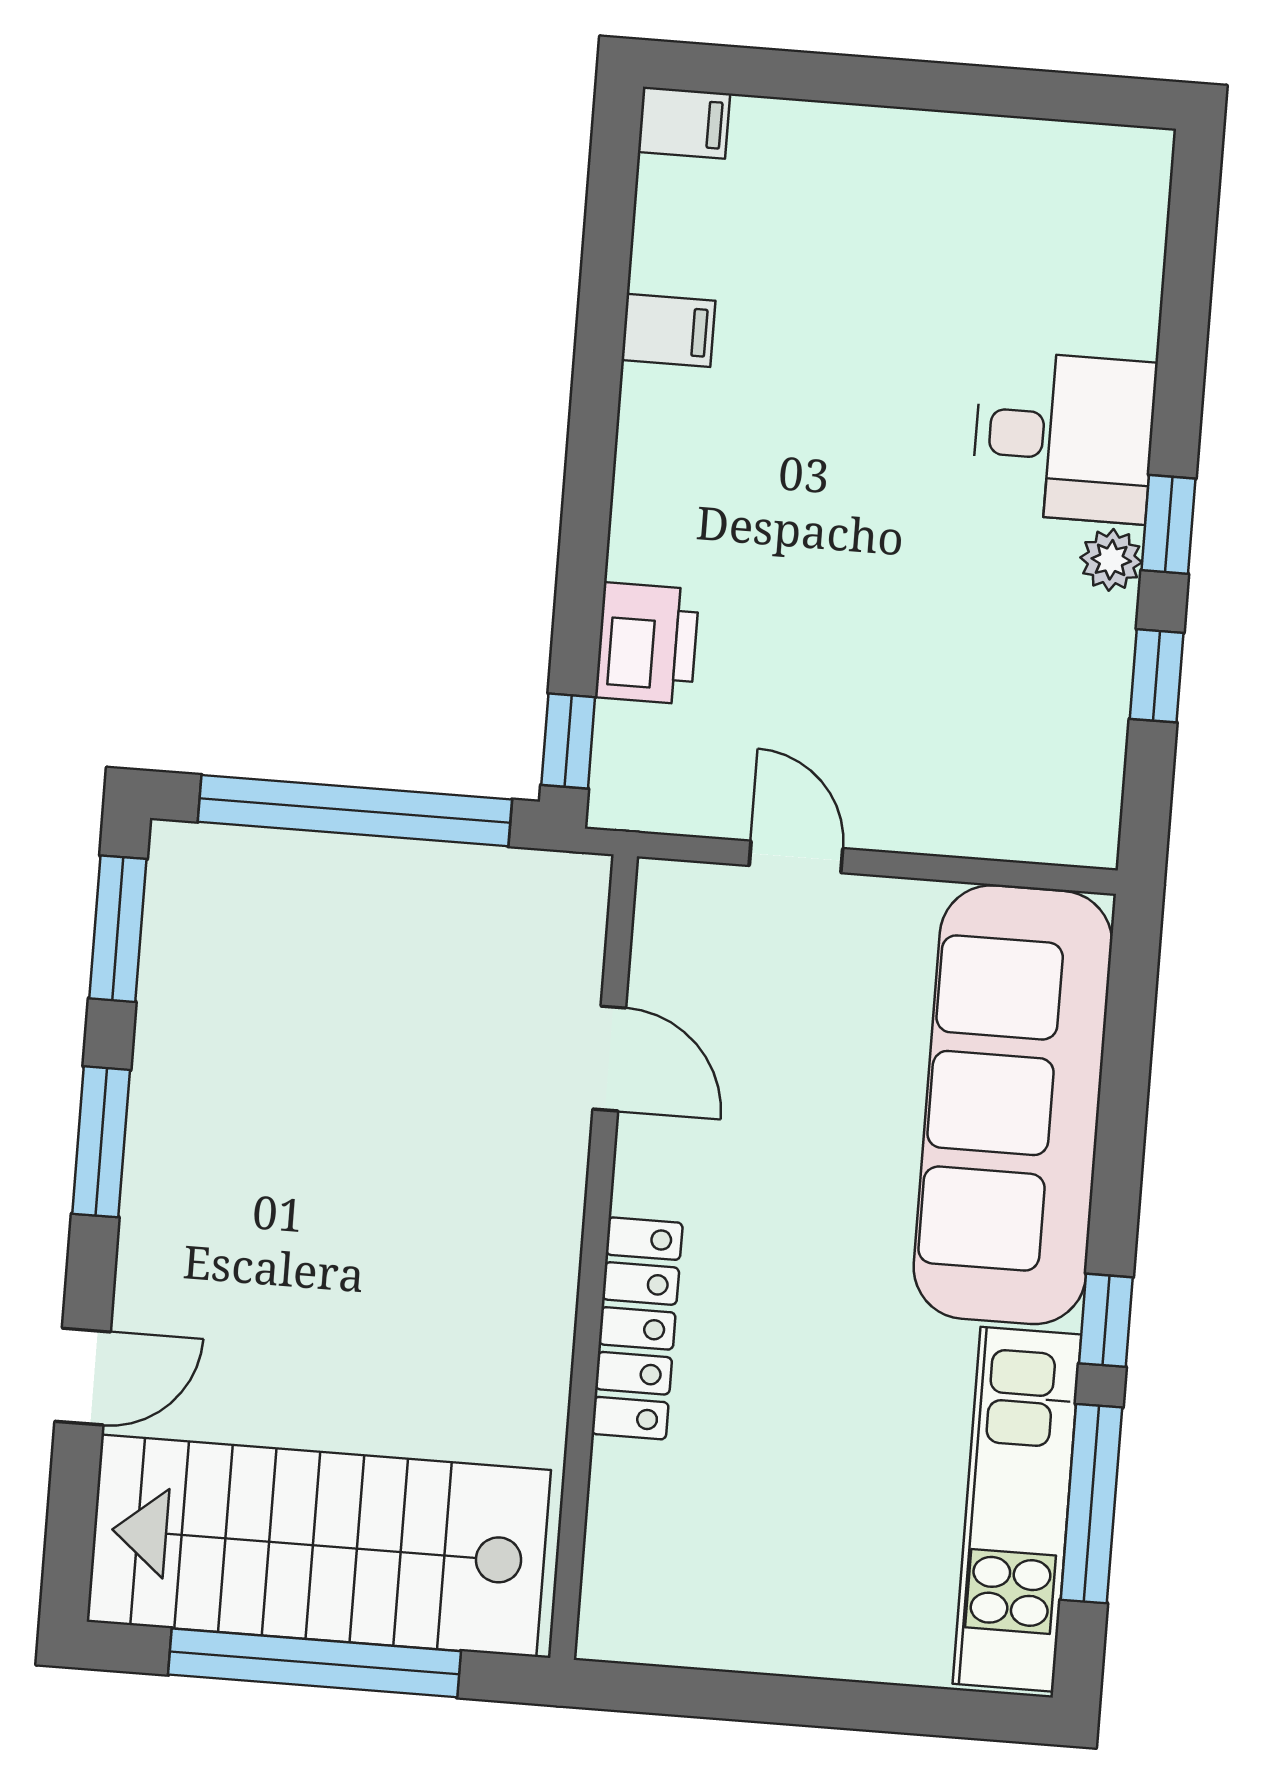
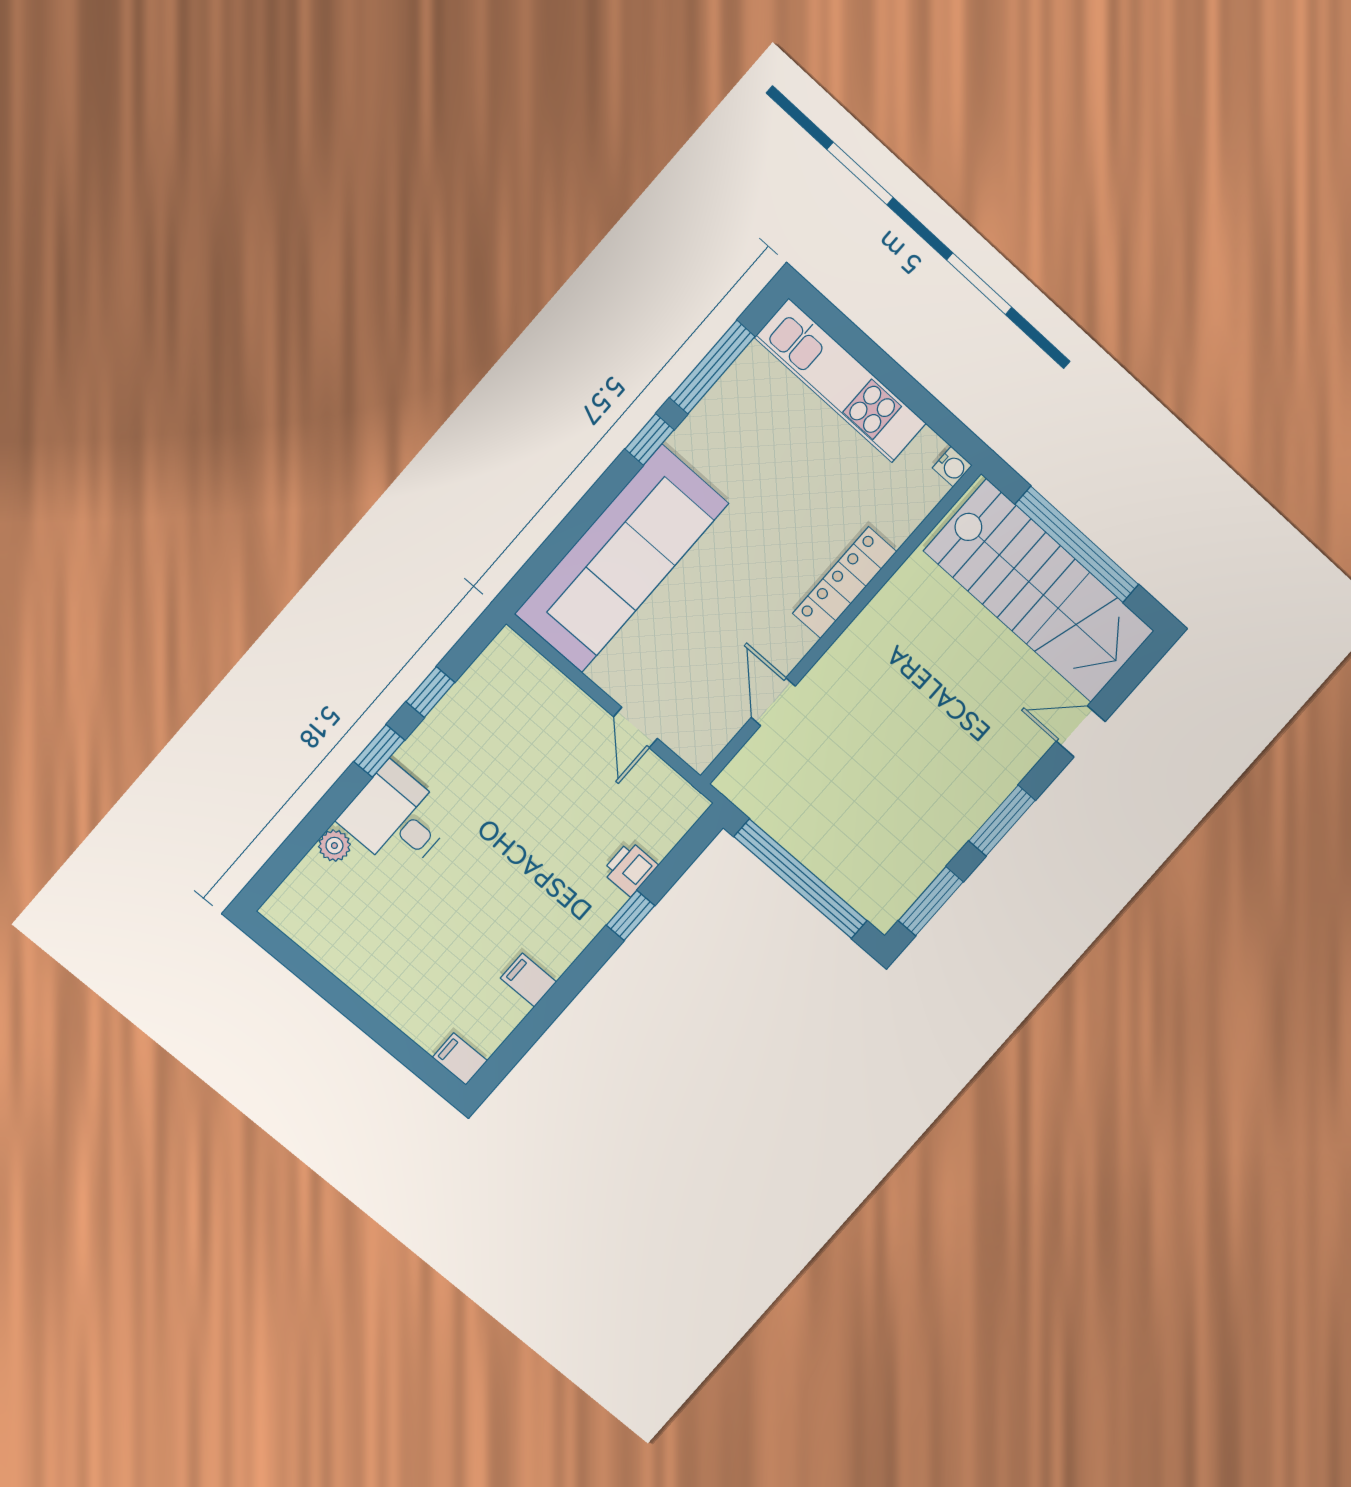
plant: (1111, 560) -> (334, 846), moved
printer: (647, 643) -> (630, 869), width x0.73, depth x0.81
window: (568, 741) -> (631, 915), moved
kitchen unit: (1017, 1509) -> (841, 381), moved, turned 90
water cooler: (604, 1634) -> (952, 467), added

